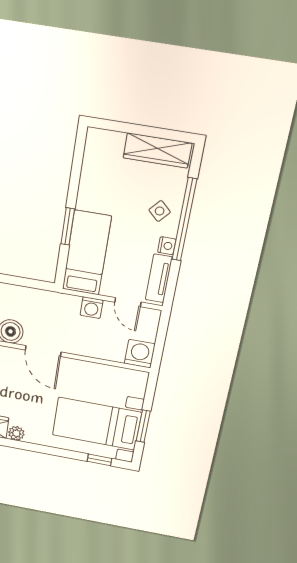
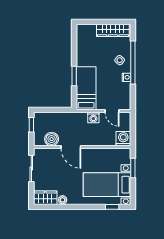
tv unit: (159, 278) -> (126, 95), removed
window: (143, 426) -> (133, 168), moved

